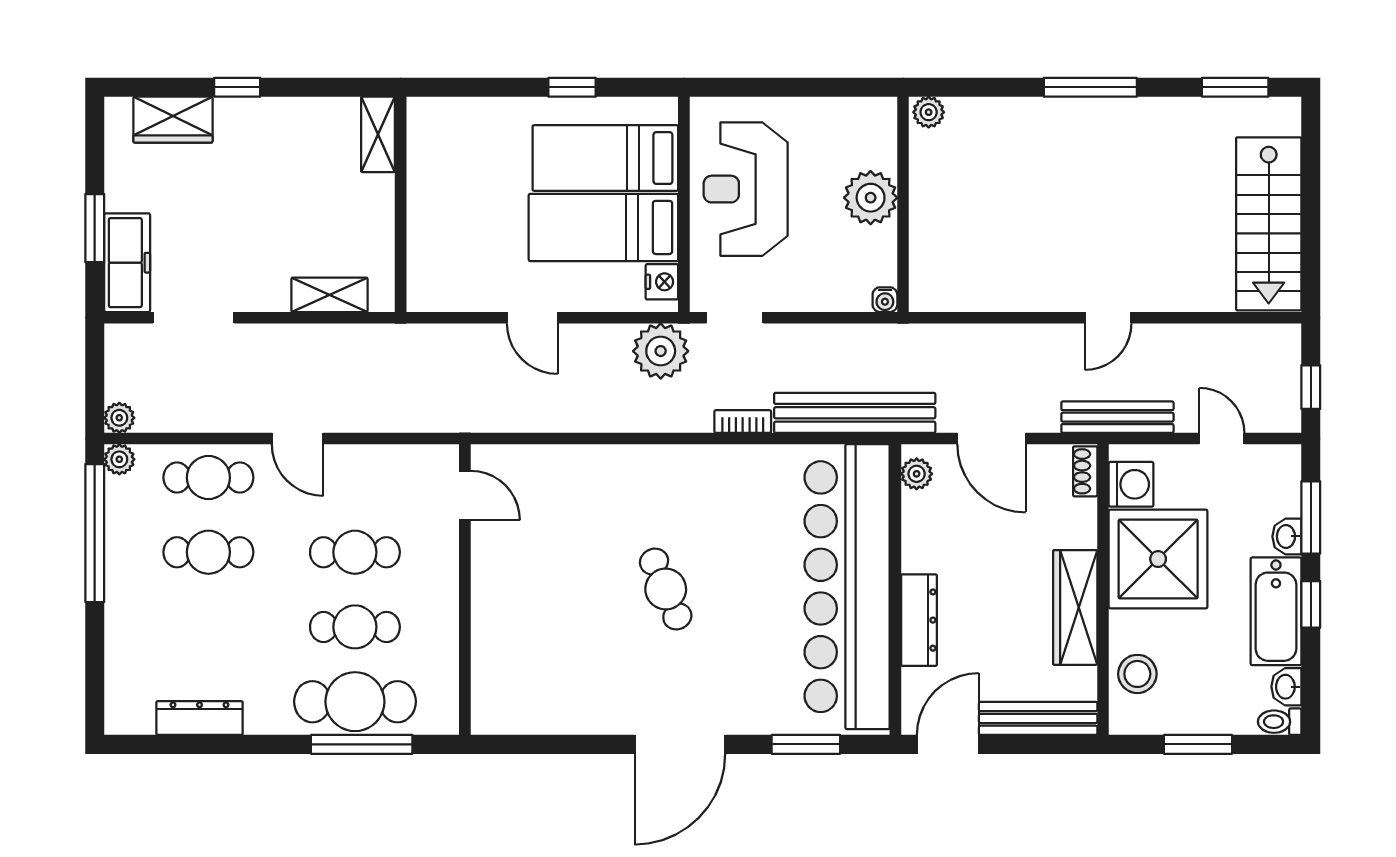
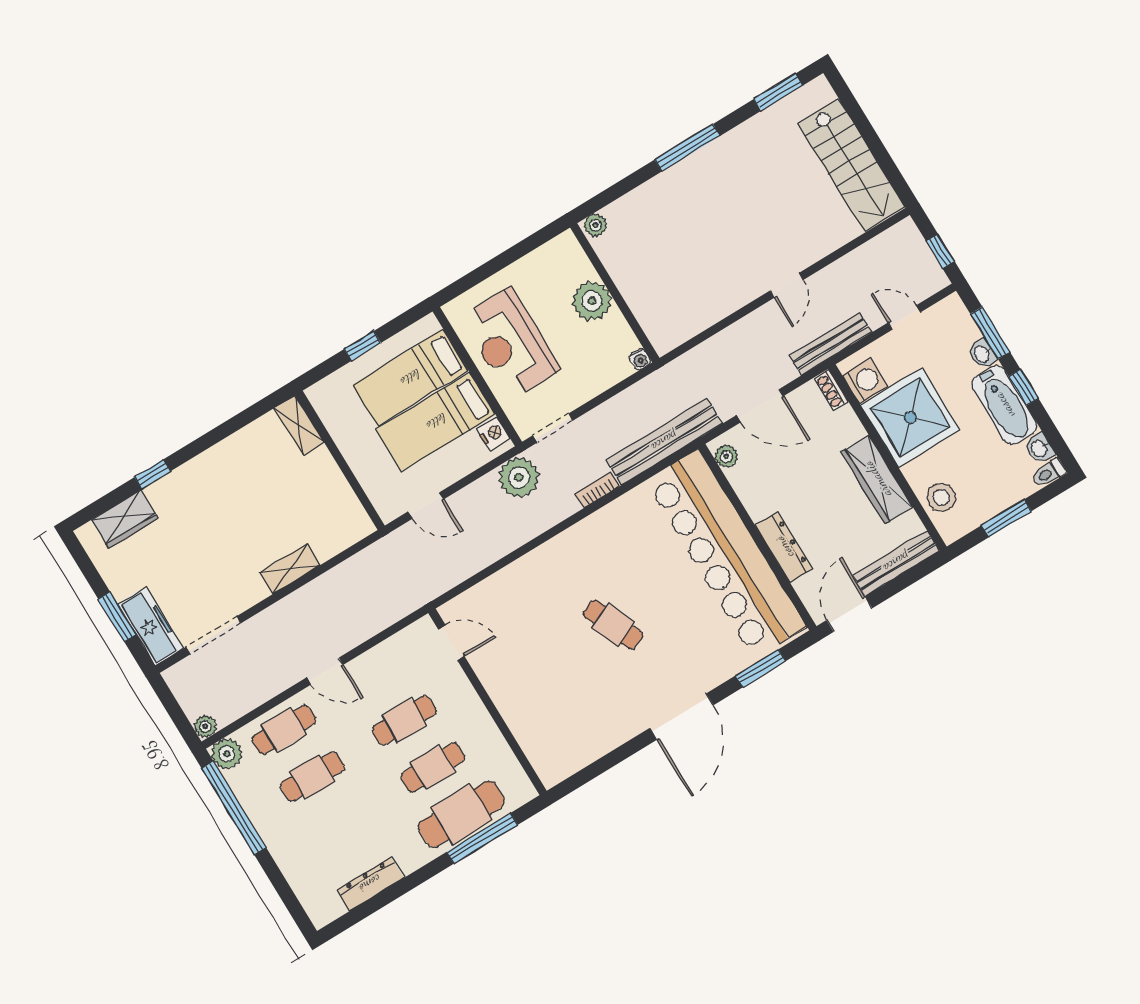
shelving: (378, 134) -> (299, 425), moved
wall: (401, 204) -> (340, 460), moved
plant: (119, 459) -> (227, 754), width x1.38, depth x1.38

